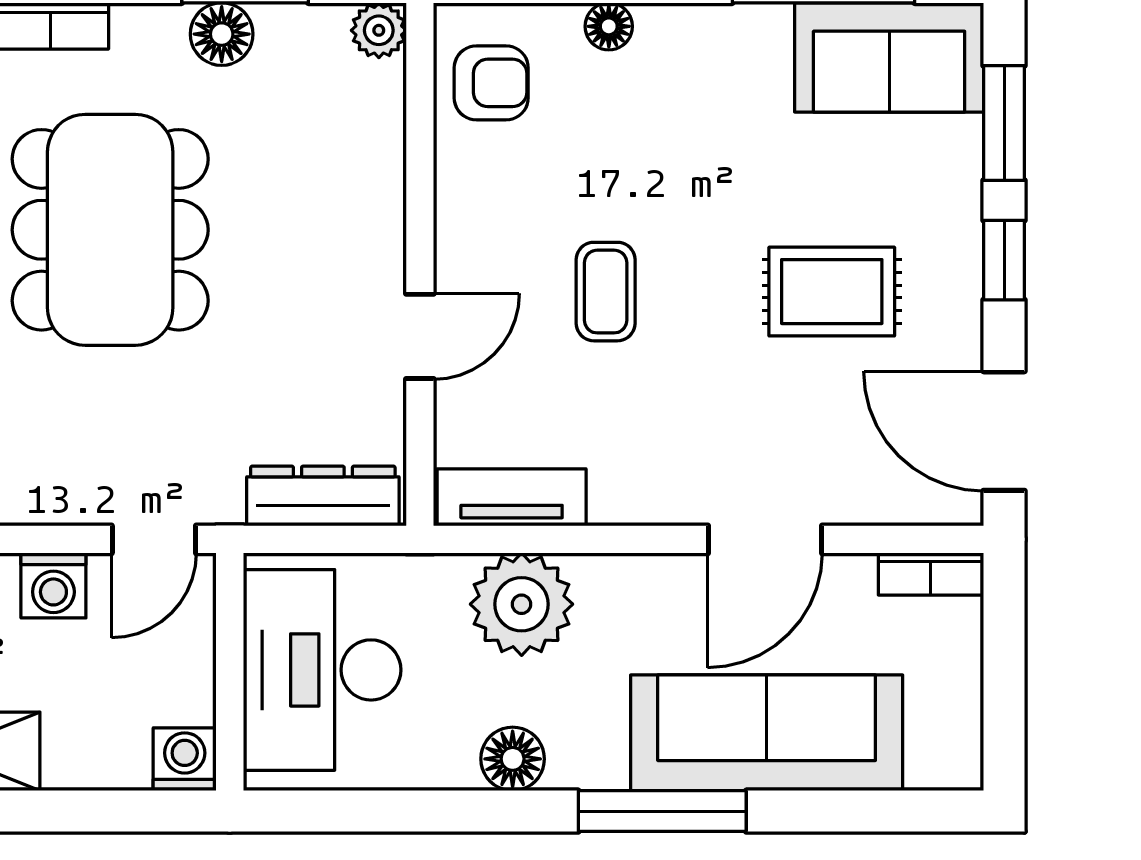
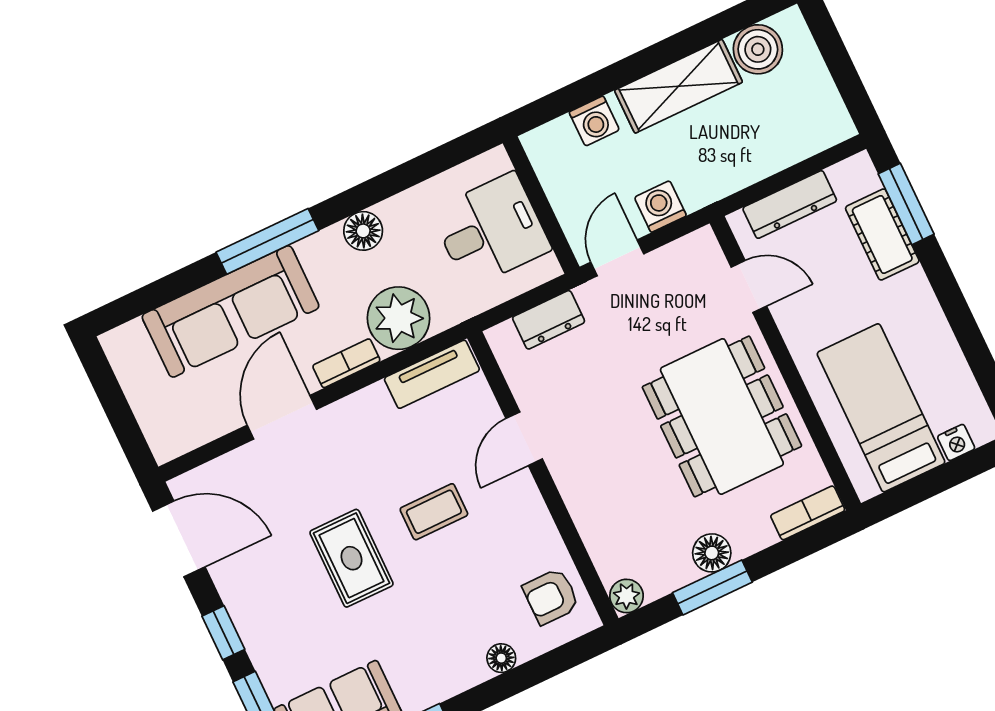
coffee table: (606, 292) -> (434, 512), turned 90
rug: (832, 292) -> (351, 558), moved, turned 90
dresser: (323, 496) -> (549, 320), width x0.70
bookcase: (931, 574) -> (346, 363), moved
desk: (322, 670) -> (491, 230), width x0.73
washing machine: (185, 759) -> (594, 121), moved

